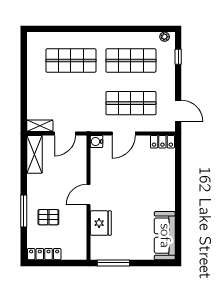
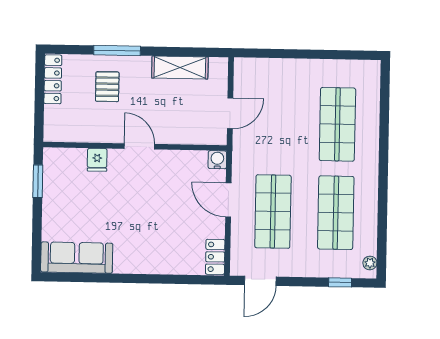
shelving: (40, 126) -> (242, 77), removed
door: (65, 133) -> (230, 113), swing flipped
shelving: (34, 154) -> (180, 67), moved
fridge: (101, 223) -> (97, 160), width x0.53, depth x0.75
window: (113, 263) -> (38, 181), width x0.69

